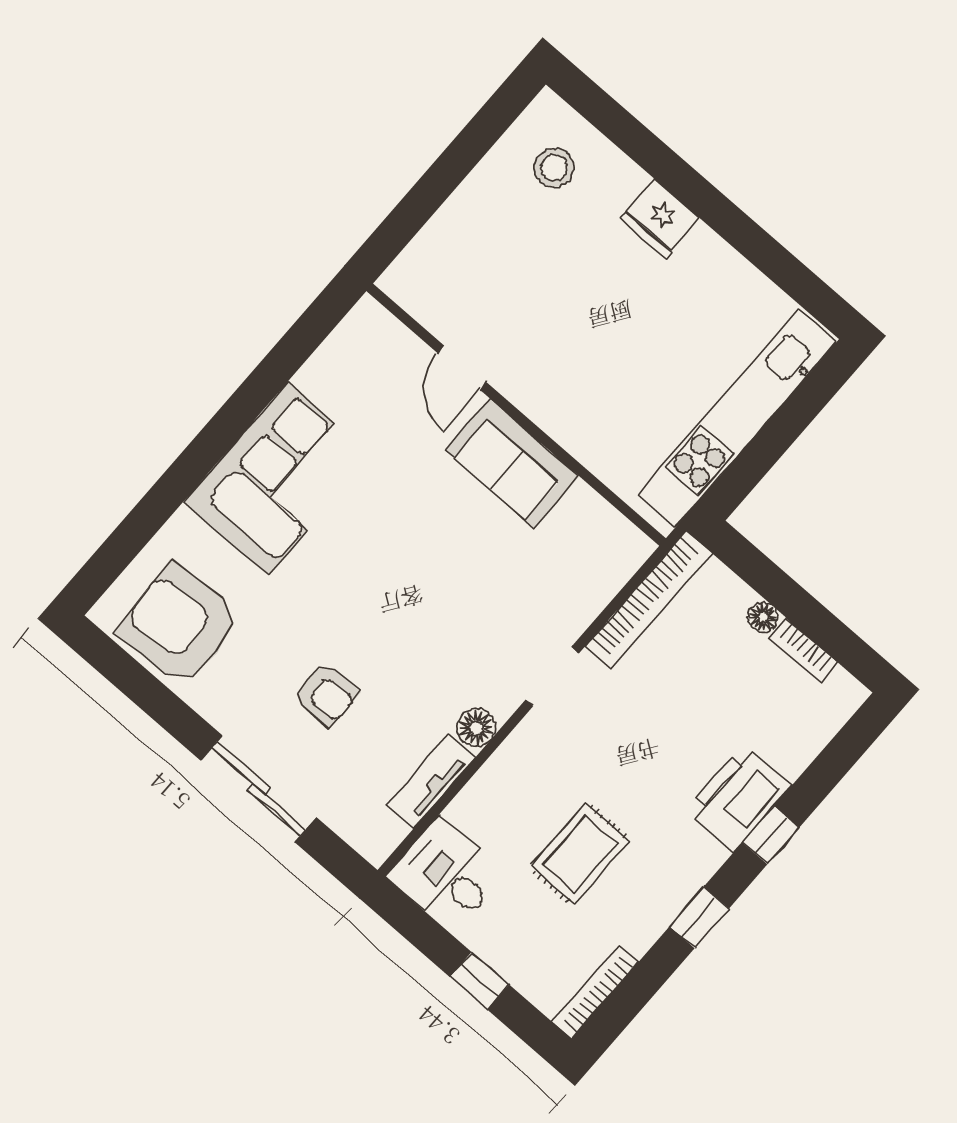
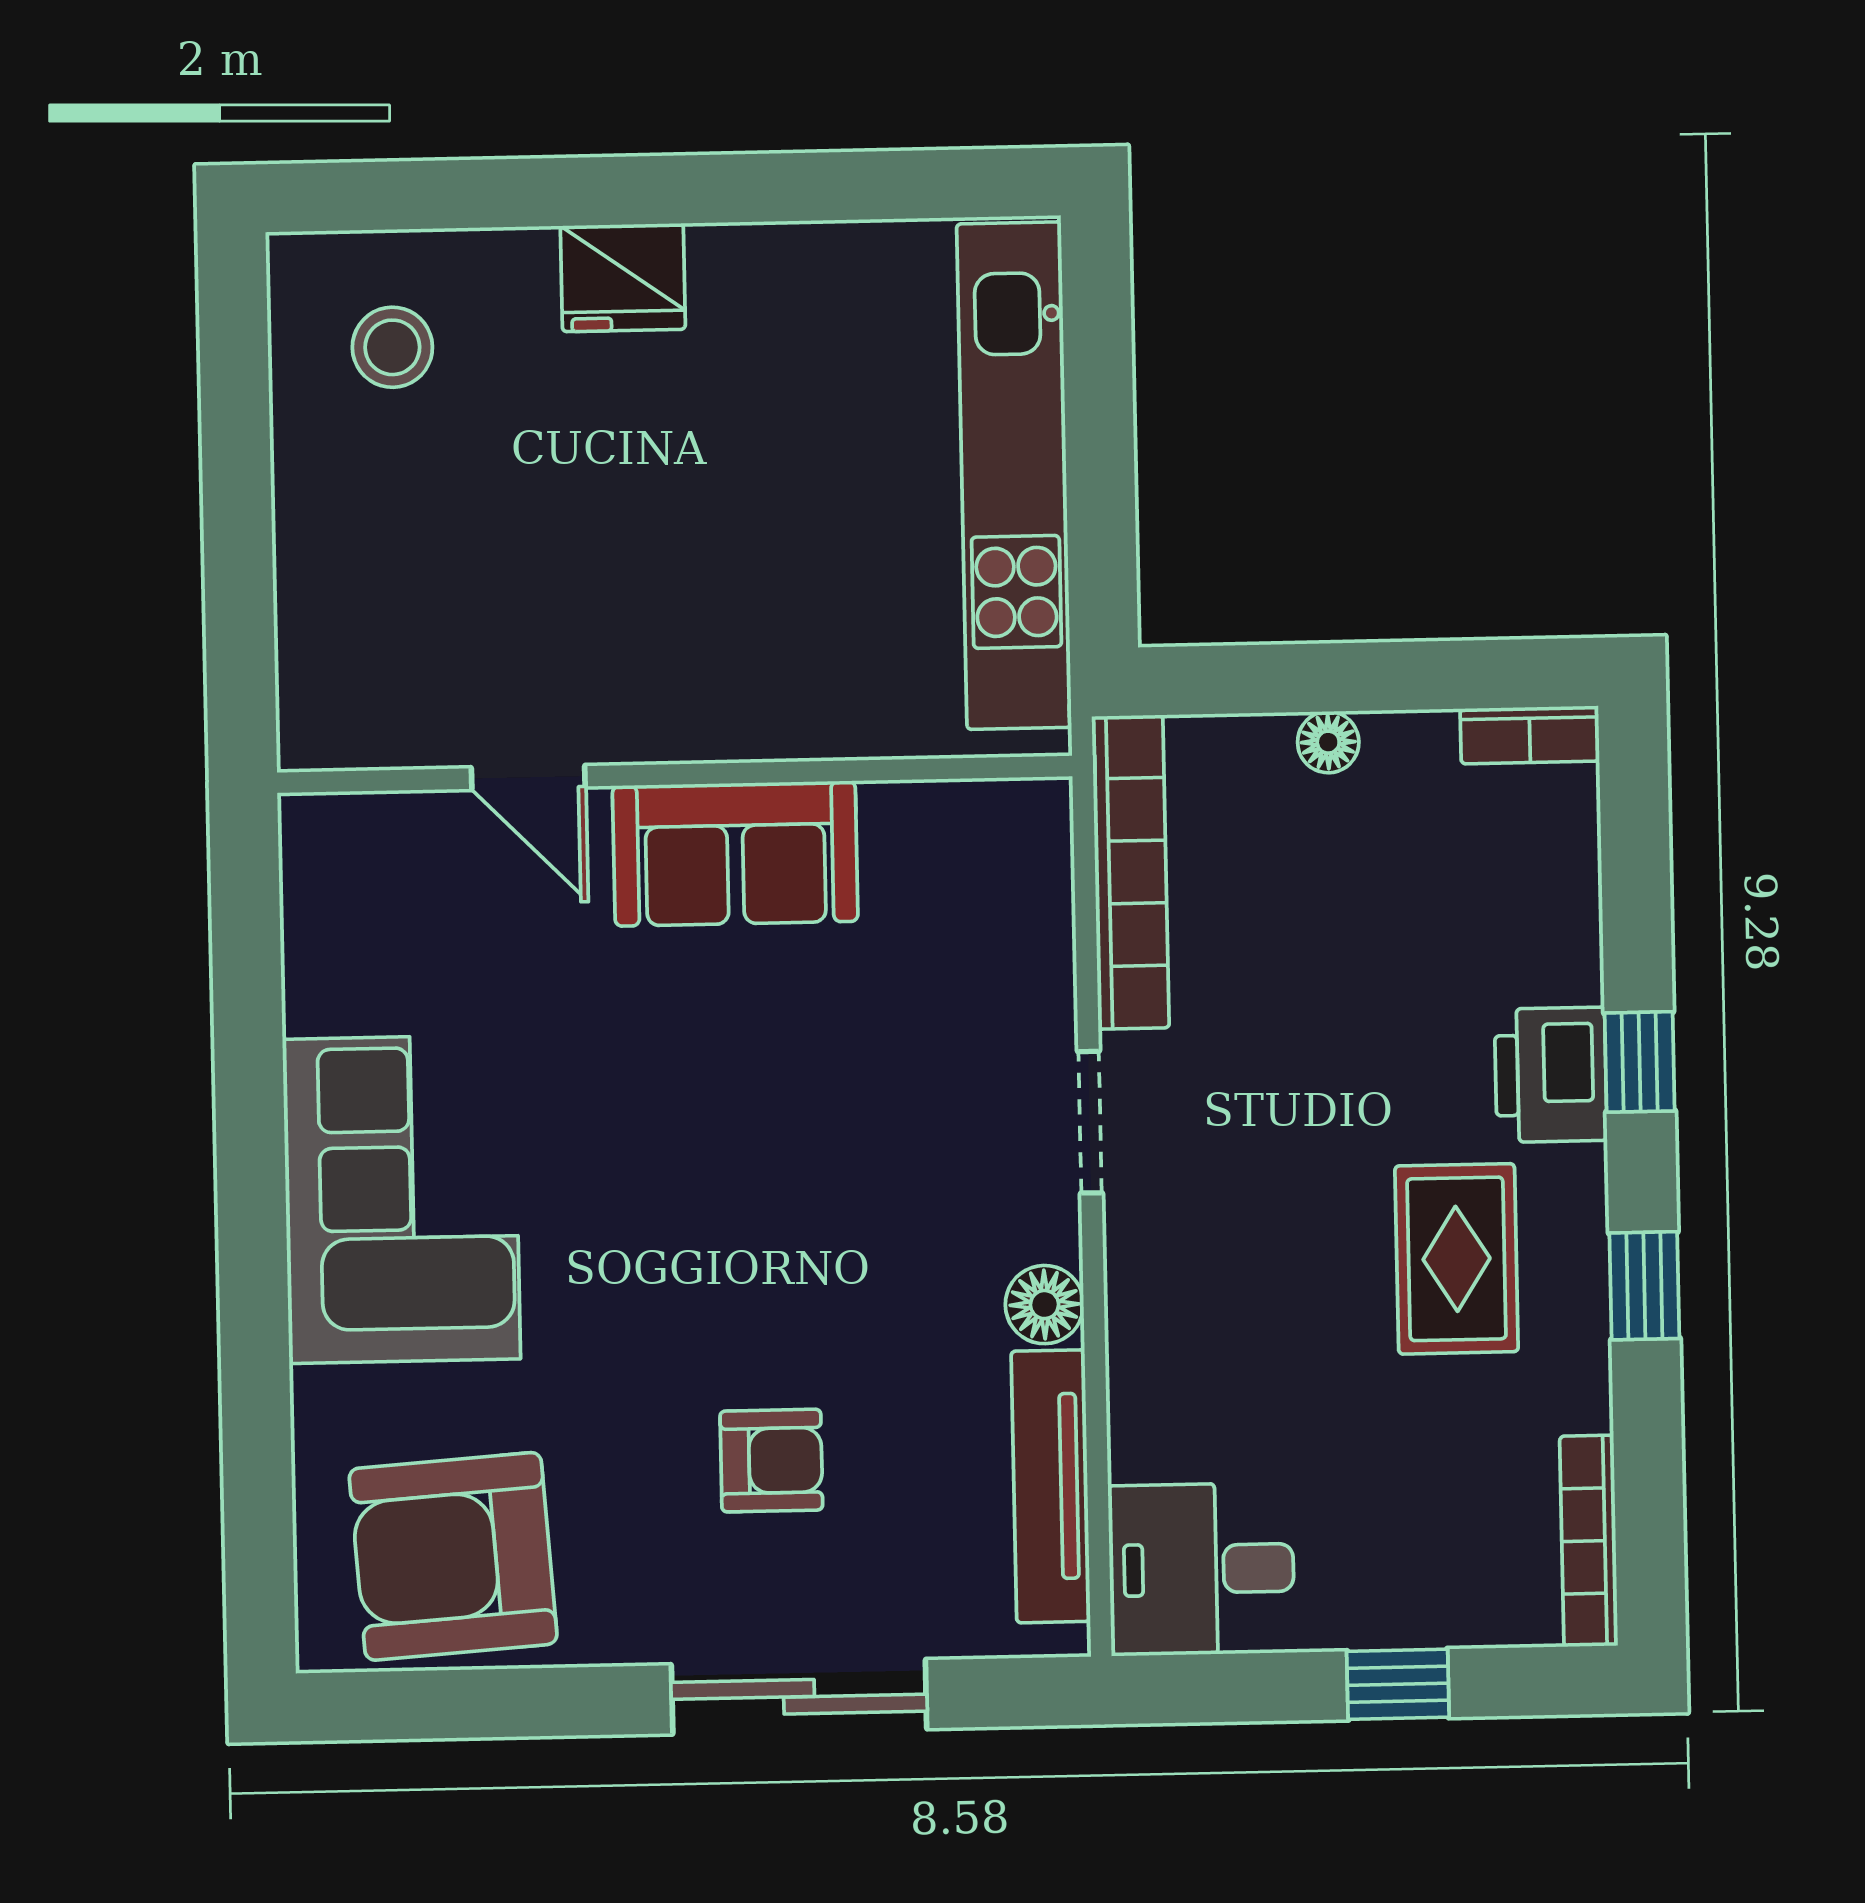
bookcase: (803, 650) -> (1530, 735), moved
tv unit: (431, 781) -> (1051, 1486), width x1.41
printer: (739, 798) -> (1551, 1075), width x0.73, depth x0.84
rug: (580, 854) -> (1457, 1259), moved

